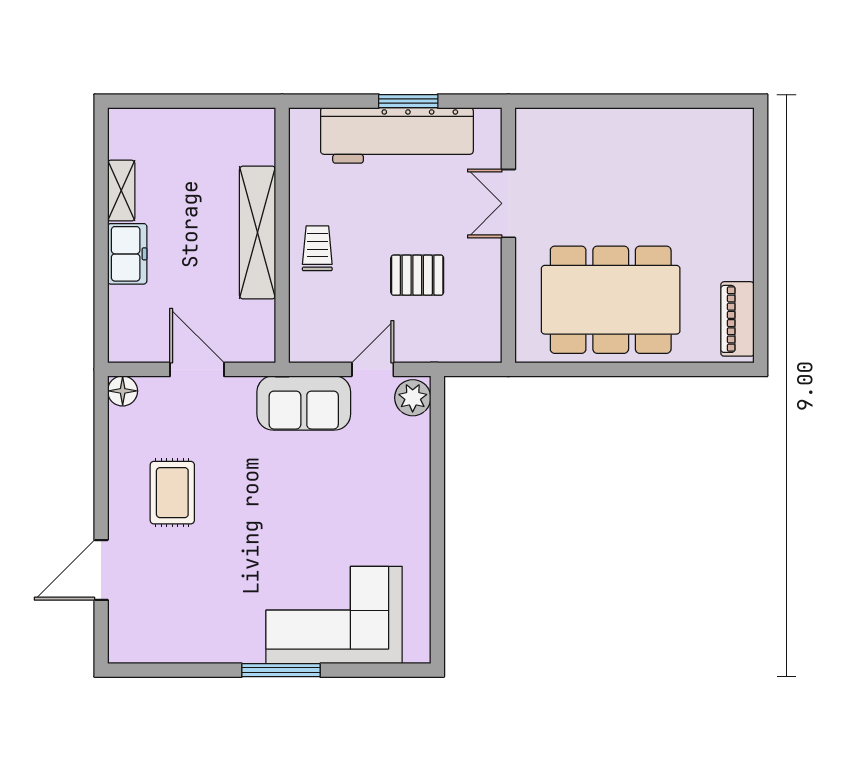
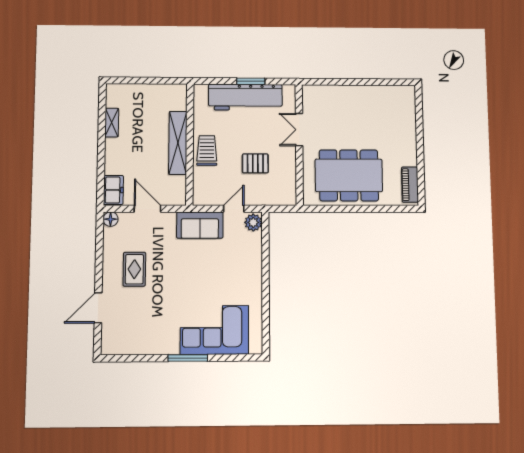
trolley: (317, 248) -> (207, 150), width x1.36, depth x1.39
freezer: (127, 254) -> (113, 190), moved

